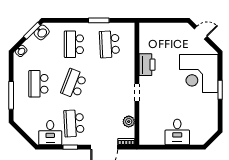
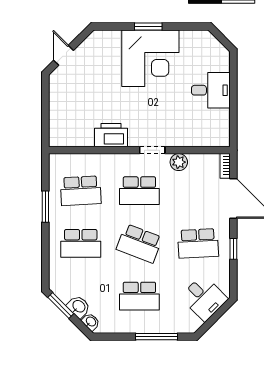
washbasin: (42, 32) -> (79, 307), moved
corner desk: (199, 73) -> (150, 58), moved
school desk: (109, 84) -> (139, 191), added
plant: (129, 122) -> (179, 162), moved
desk: (50, 133) -> (204, 298), moved, turned 45

